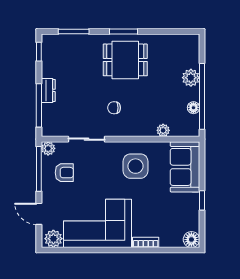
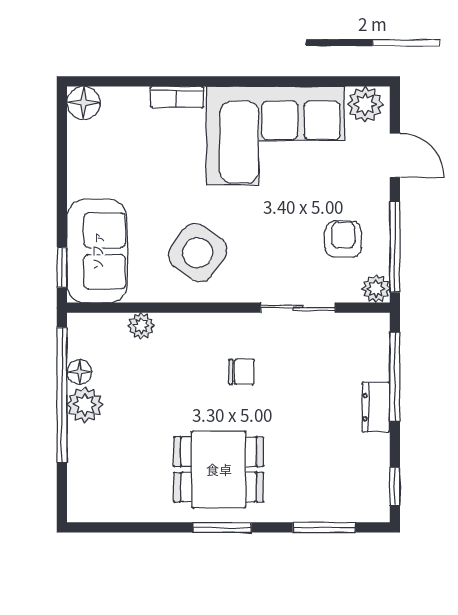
plant: (191, 78) -> (85, 405), moved
side table: (135, 166) -> (198, 253), turned 36
armchair: (64, 173) -> (343, 239), turned 90
window: (202, 200) -> (62, 267), moved

